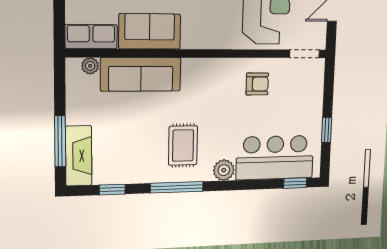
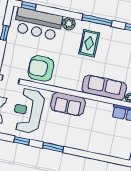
sofa: (150, 31) -> (68, 104), moved
armchair: (257, 84) -> (41, 69), width x1.88, depth x1.88

